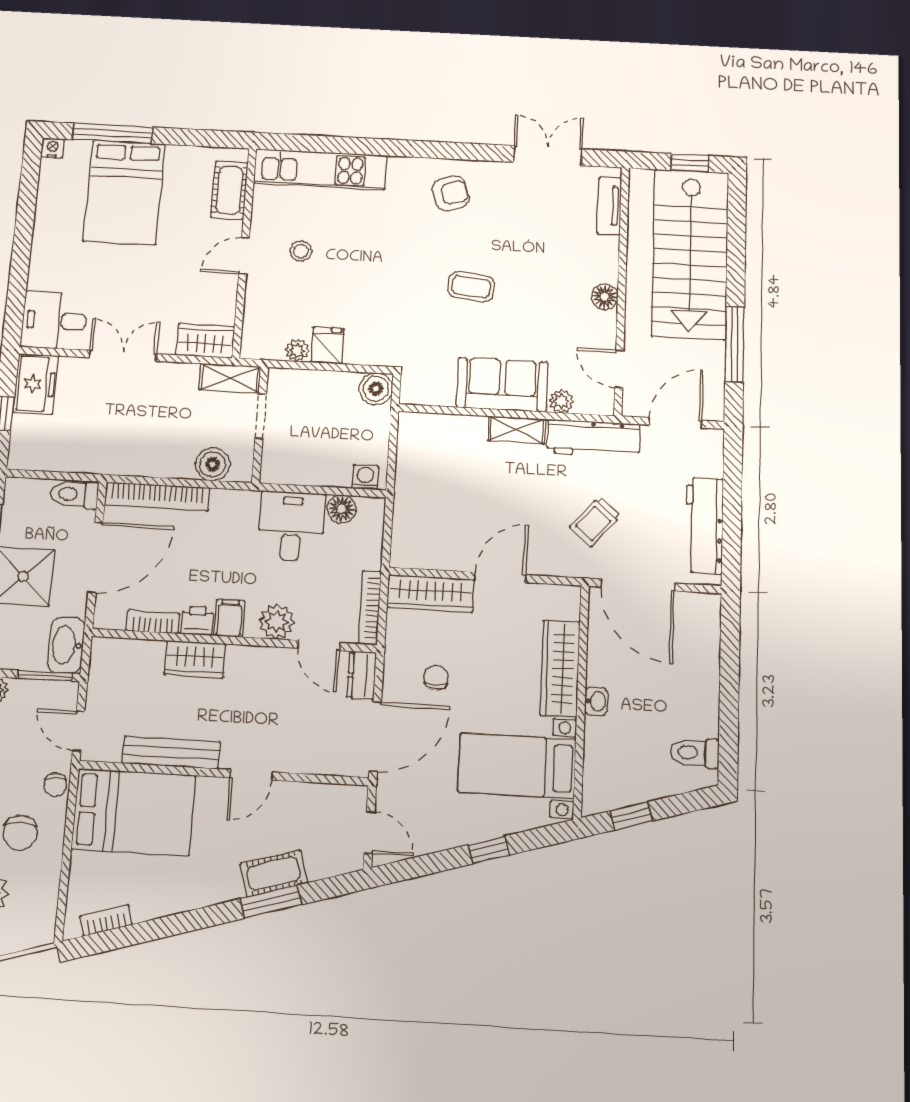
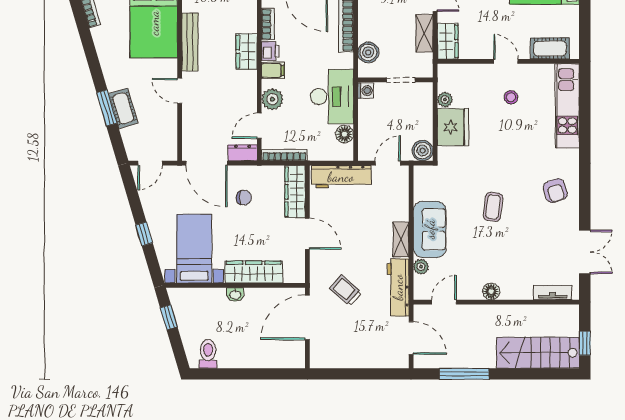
stairs: (690, 254) -> (538, 353), width x0.73, depth x0.66
fridge: (327, 345) -> (453, 127), width x1.88, depth x1.34
shelving: (230, 378) -> (424, 33), moved
door: (393, 443) -> (388, 163), added
washing machine: (365, 477) -> (366, 91), moved
desk: (291, 526) -> (332, 97), width x1.37
workbench: (704, 526) -> (341, 177), moved, turned 180

